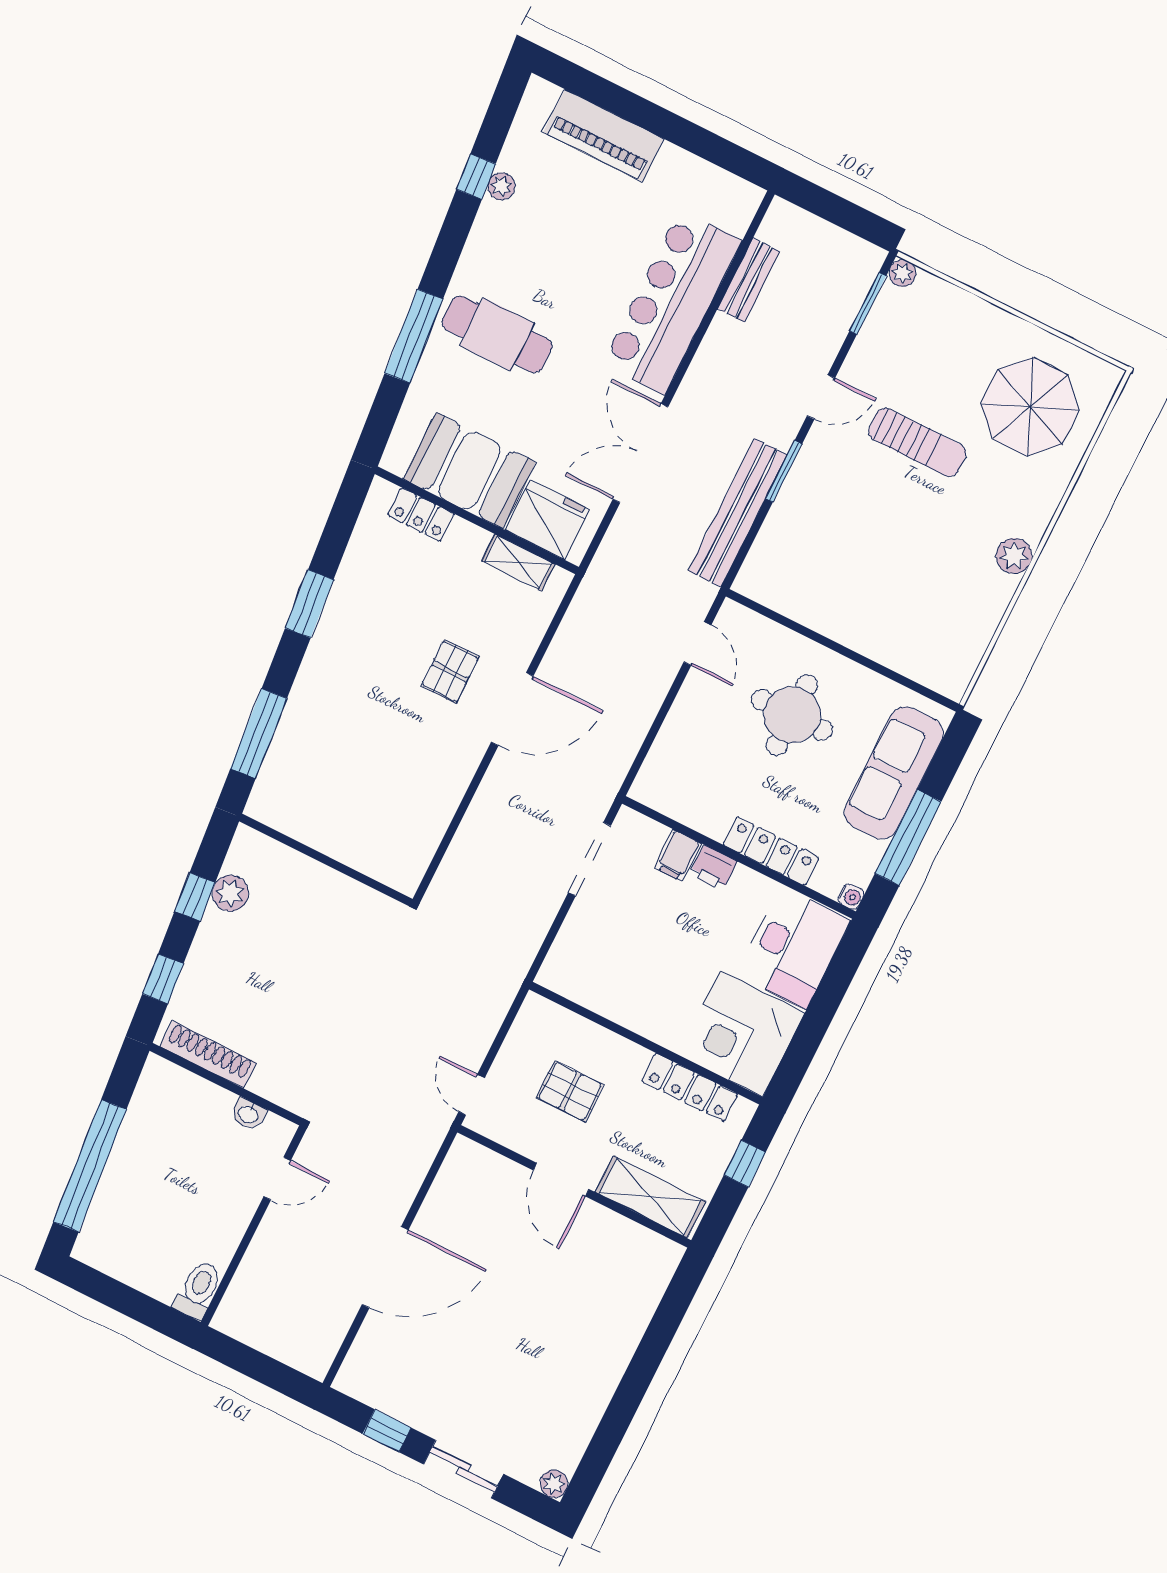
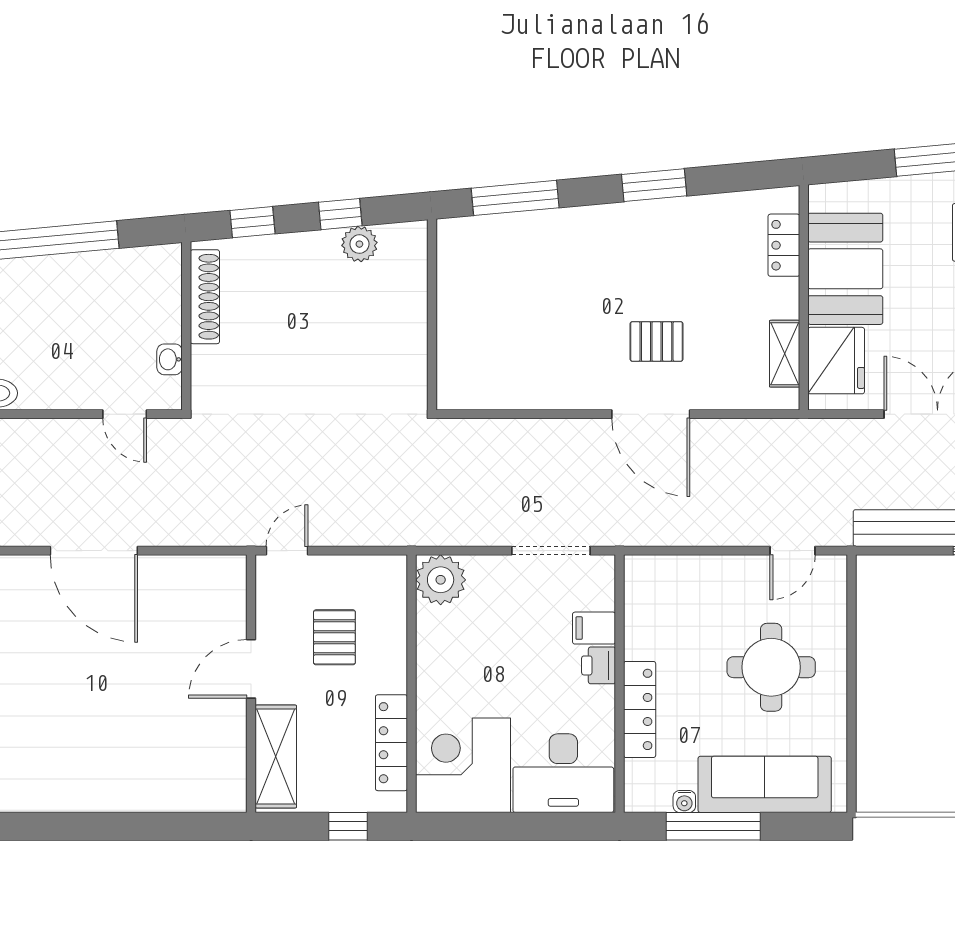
water cooler: (851, 896) -> (684, 801), moved
plant: (566, 971) -> (441, 580), added

